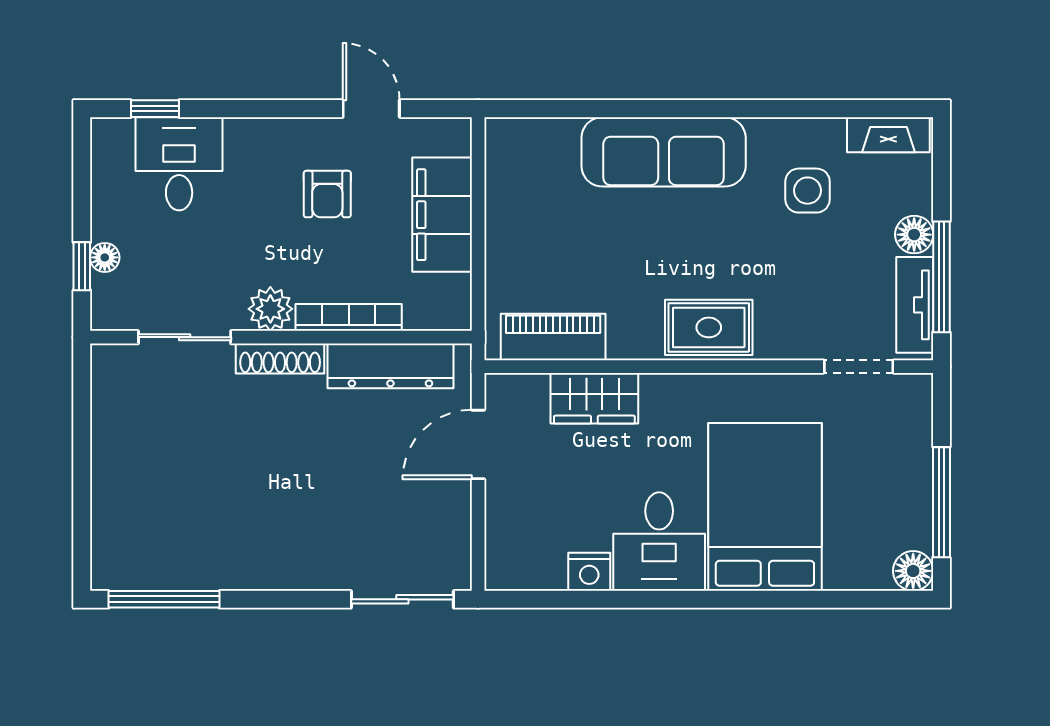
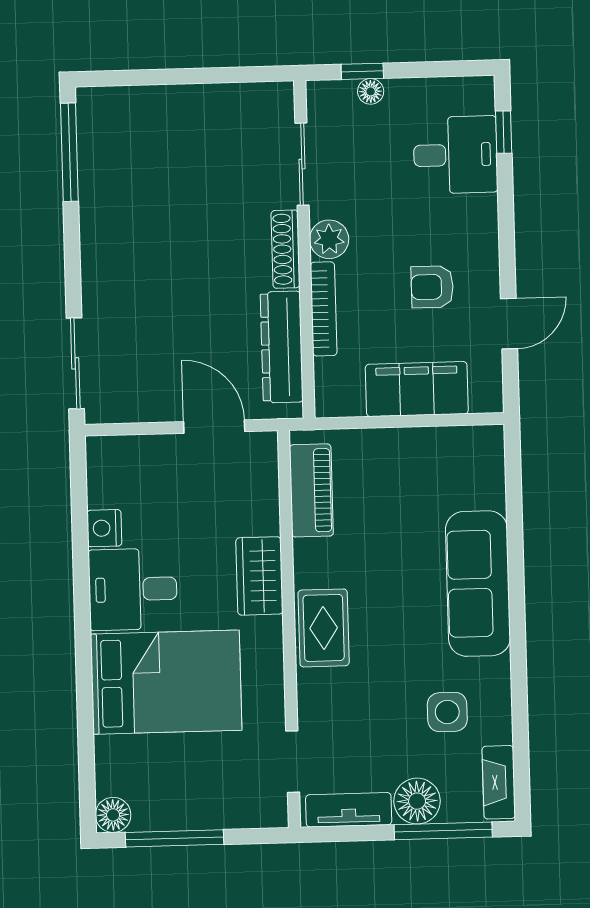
floor lamp: (914, 235) -> (417, 801), width x1.38, depth x1.38
window: (941, 277) -> (443, 831), moved
wardrobe: (594, 398) -> (259, 576), moved

